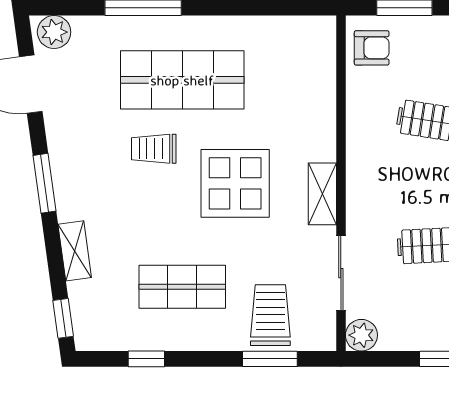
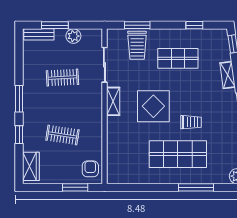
armchair: (372, 48) -> (90, 169), turned 90
plant: (361, 335) -> (73, 36), moved

